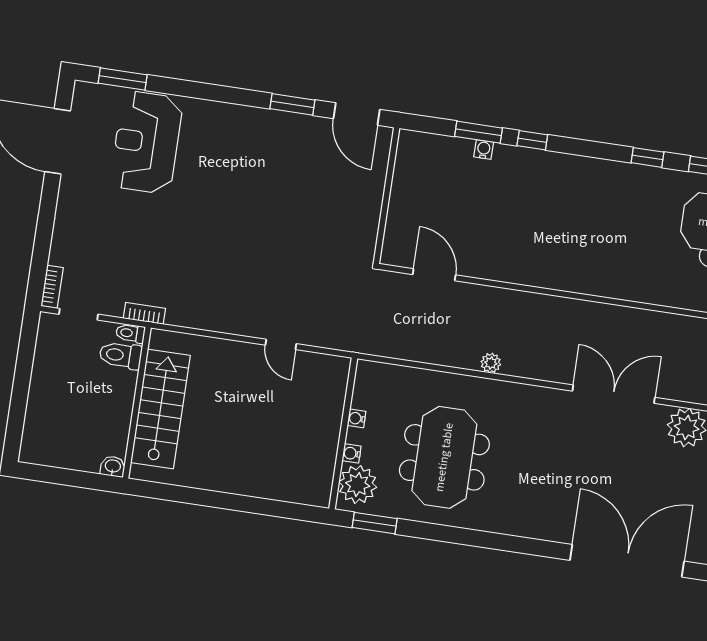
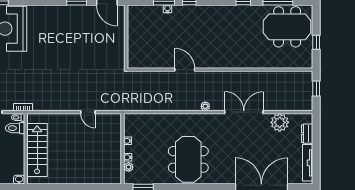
door: (434, 275) -> (185, 70), moved
plant: (491, 363) -> (205, 106), moved
meeting table: (444, 457) -> (188, 159), moved
plant: (358, 485) -> (129, 167), width x0.53, depth x0.53

